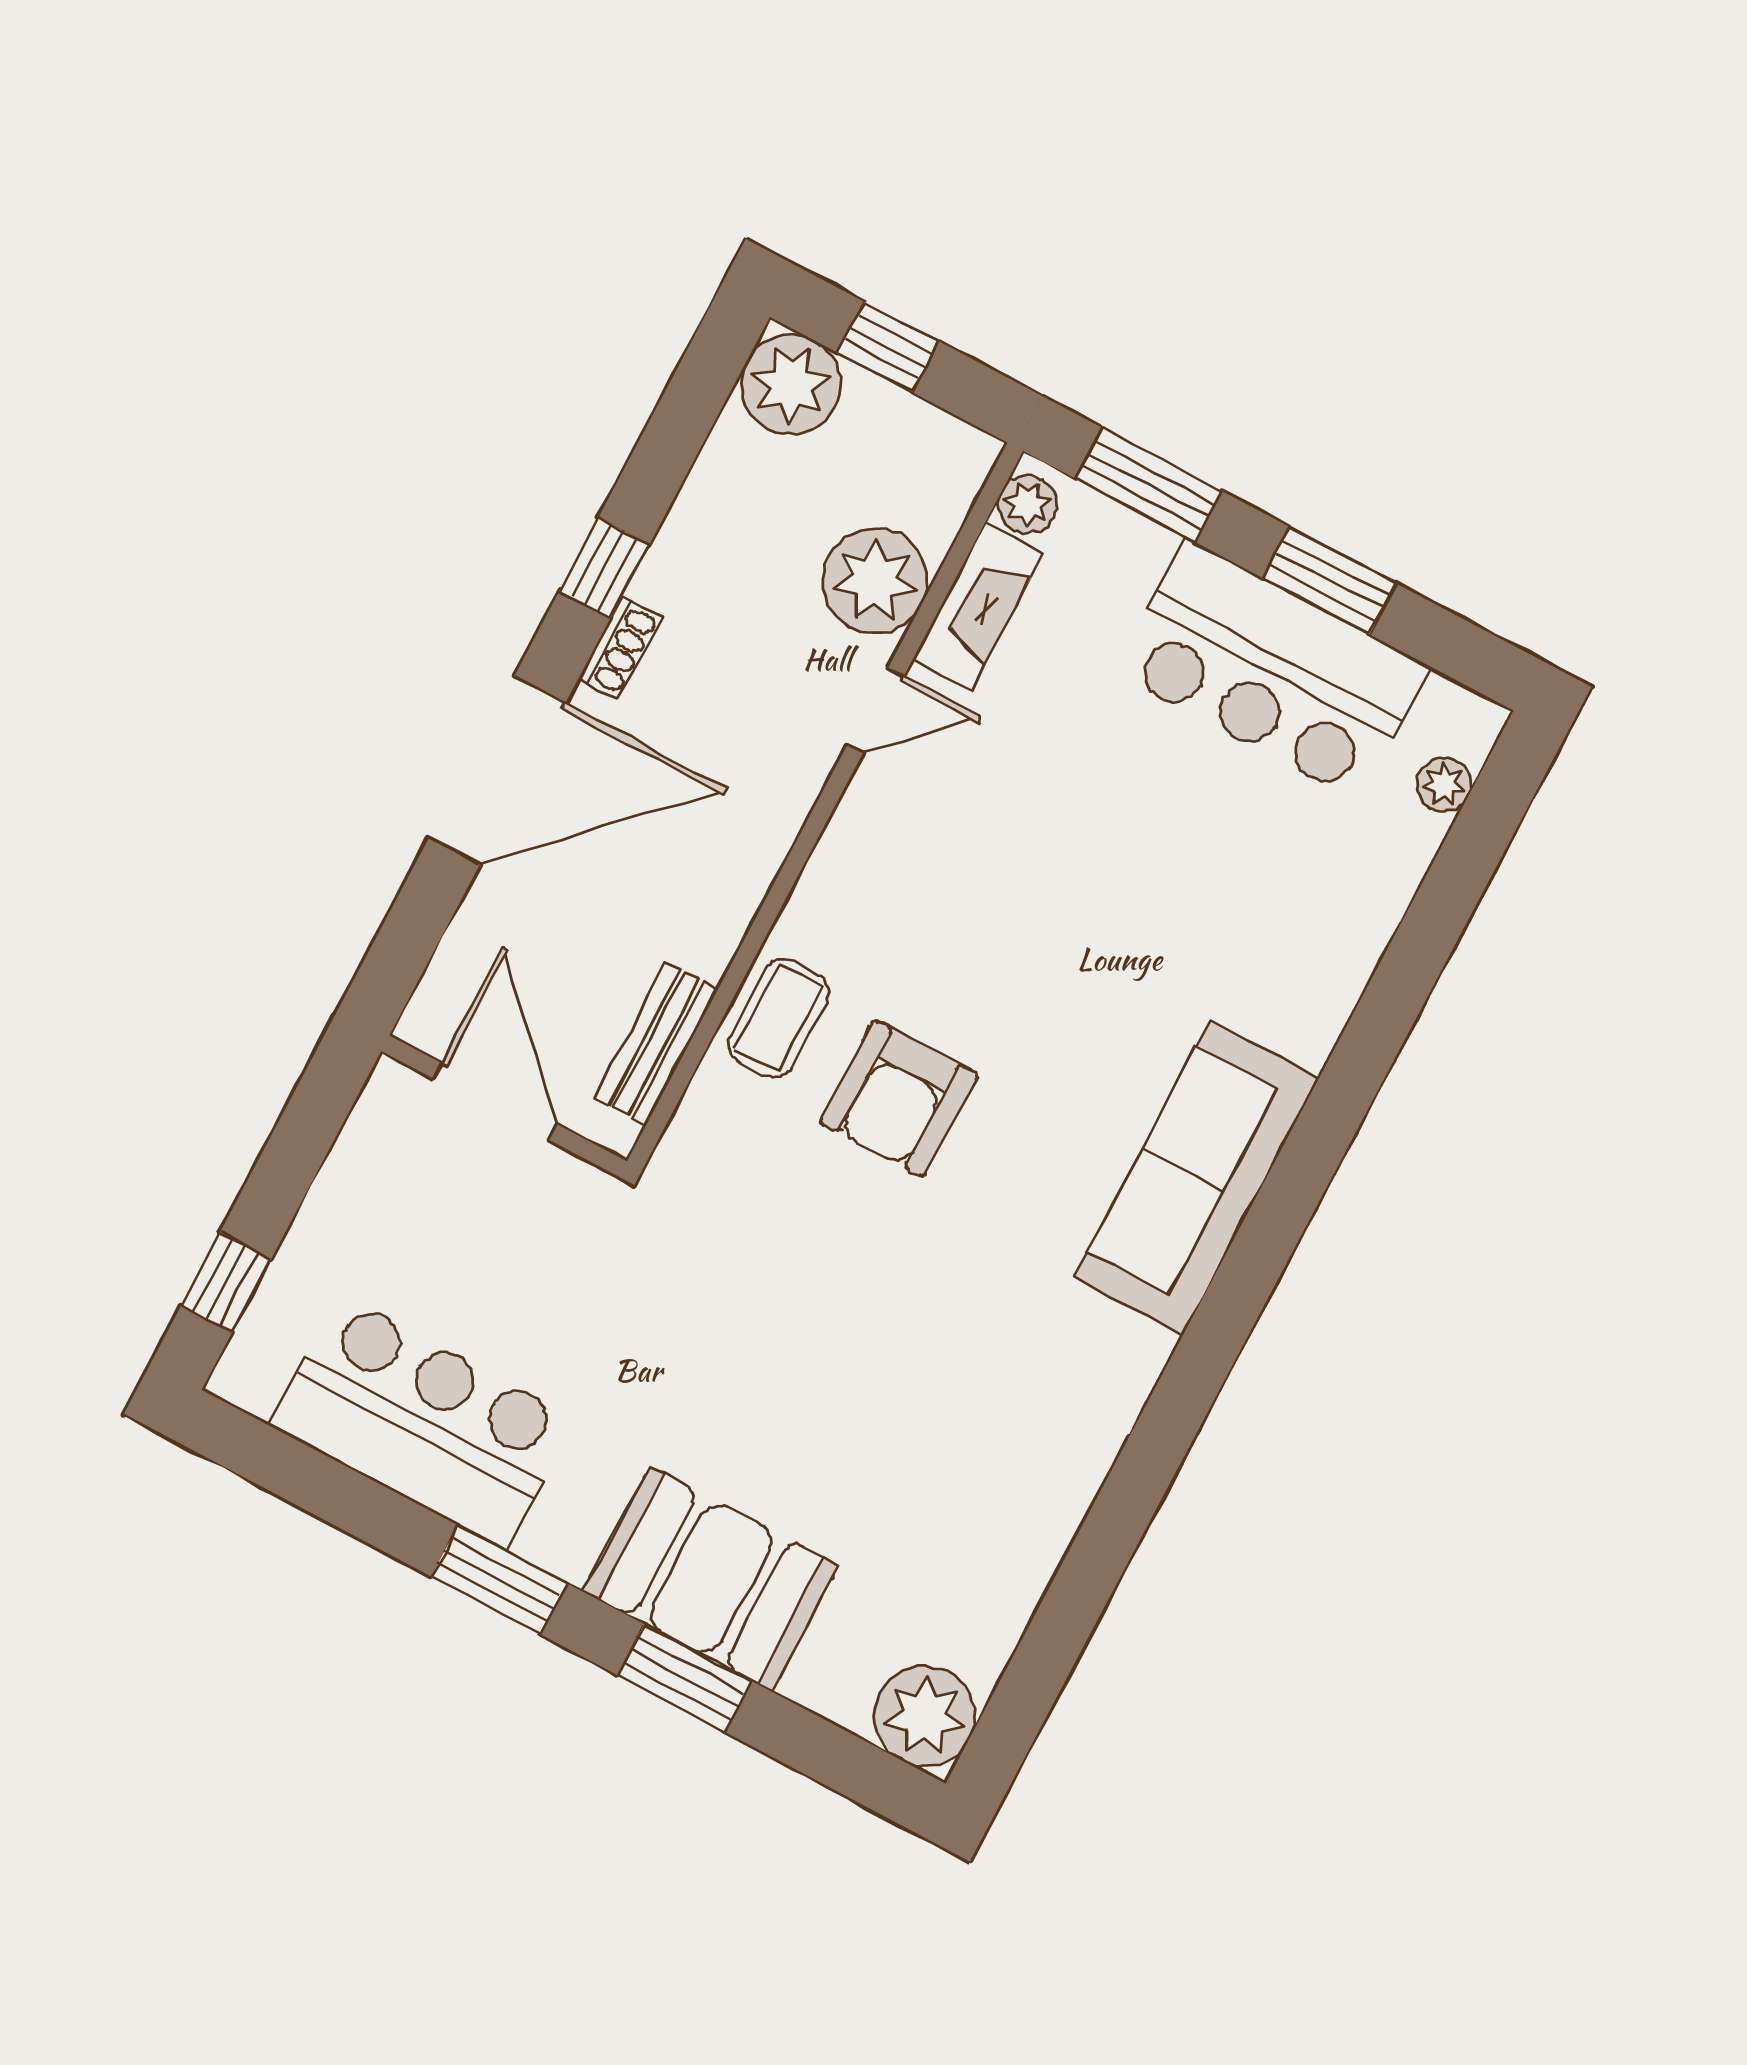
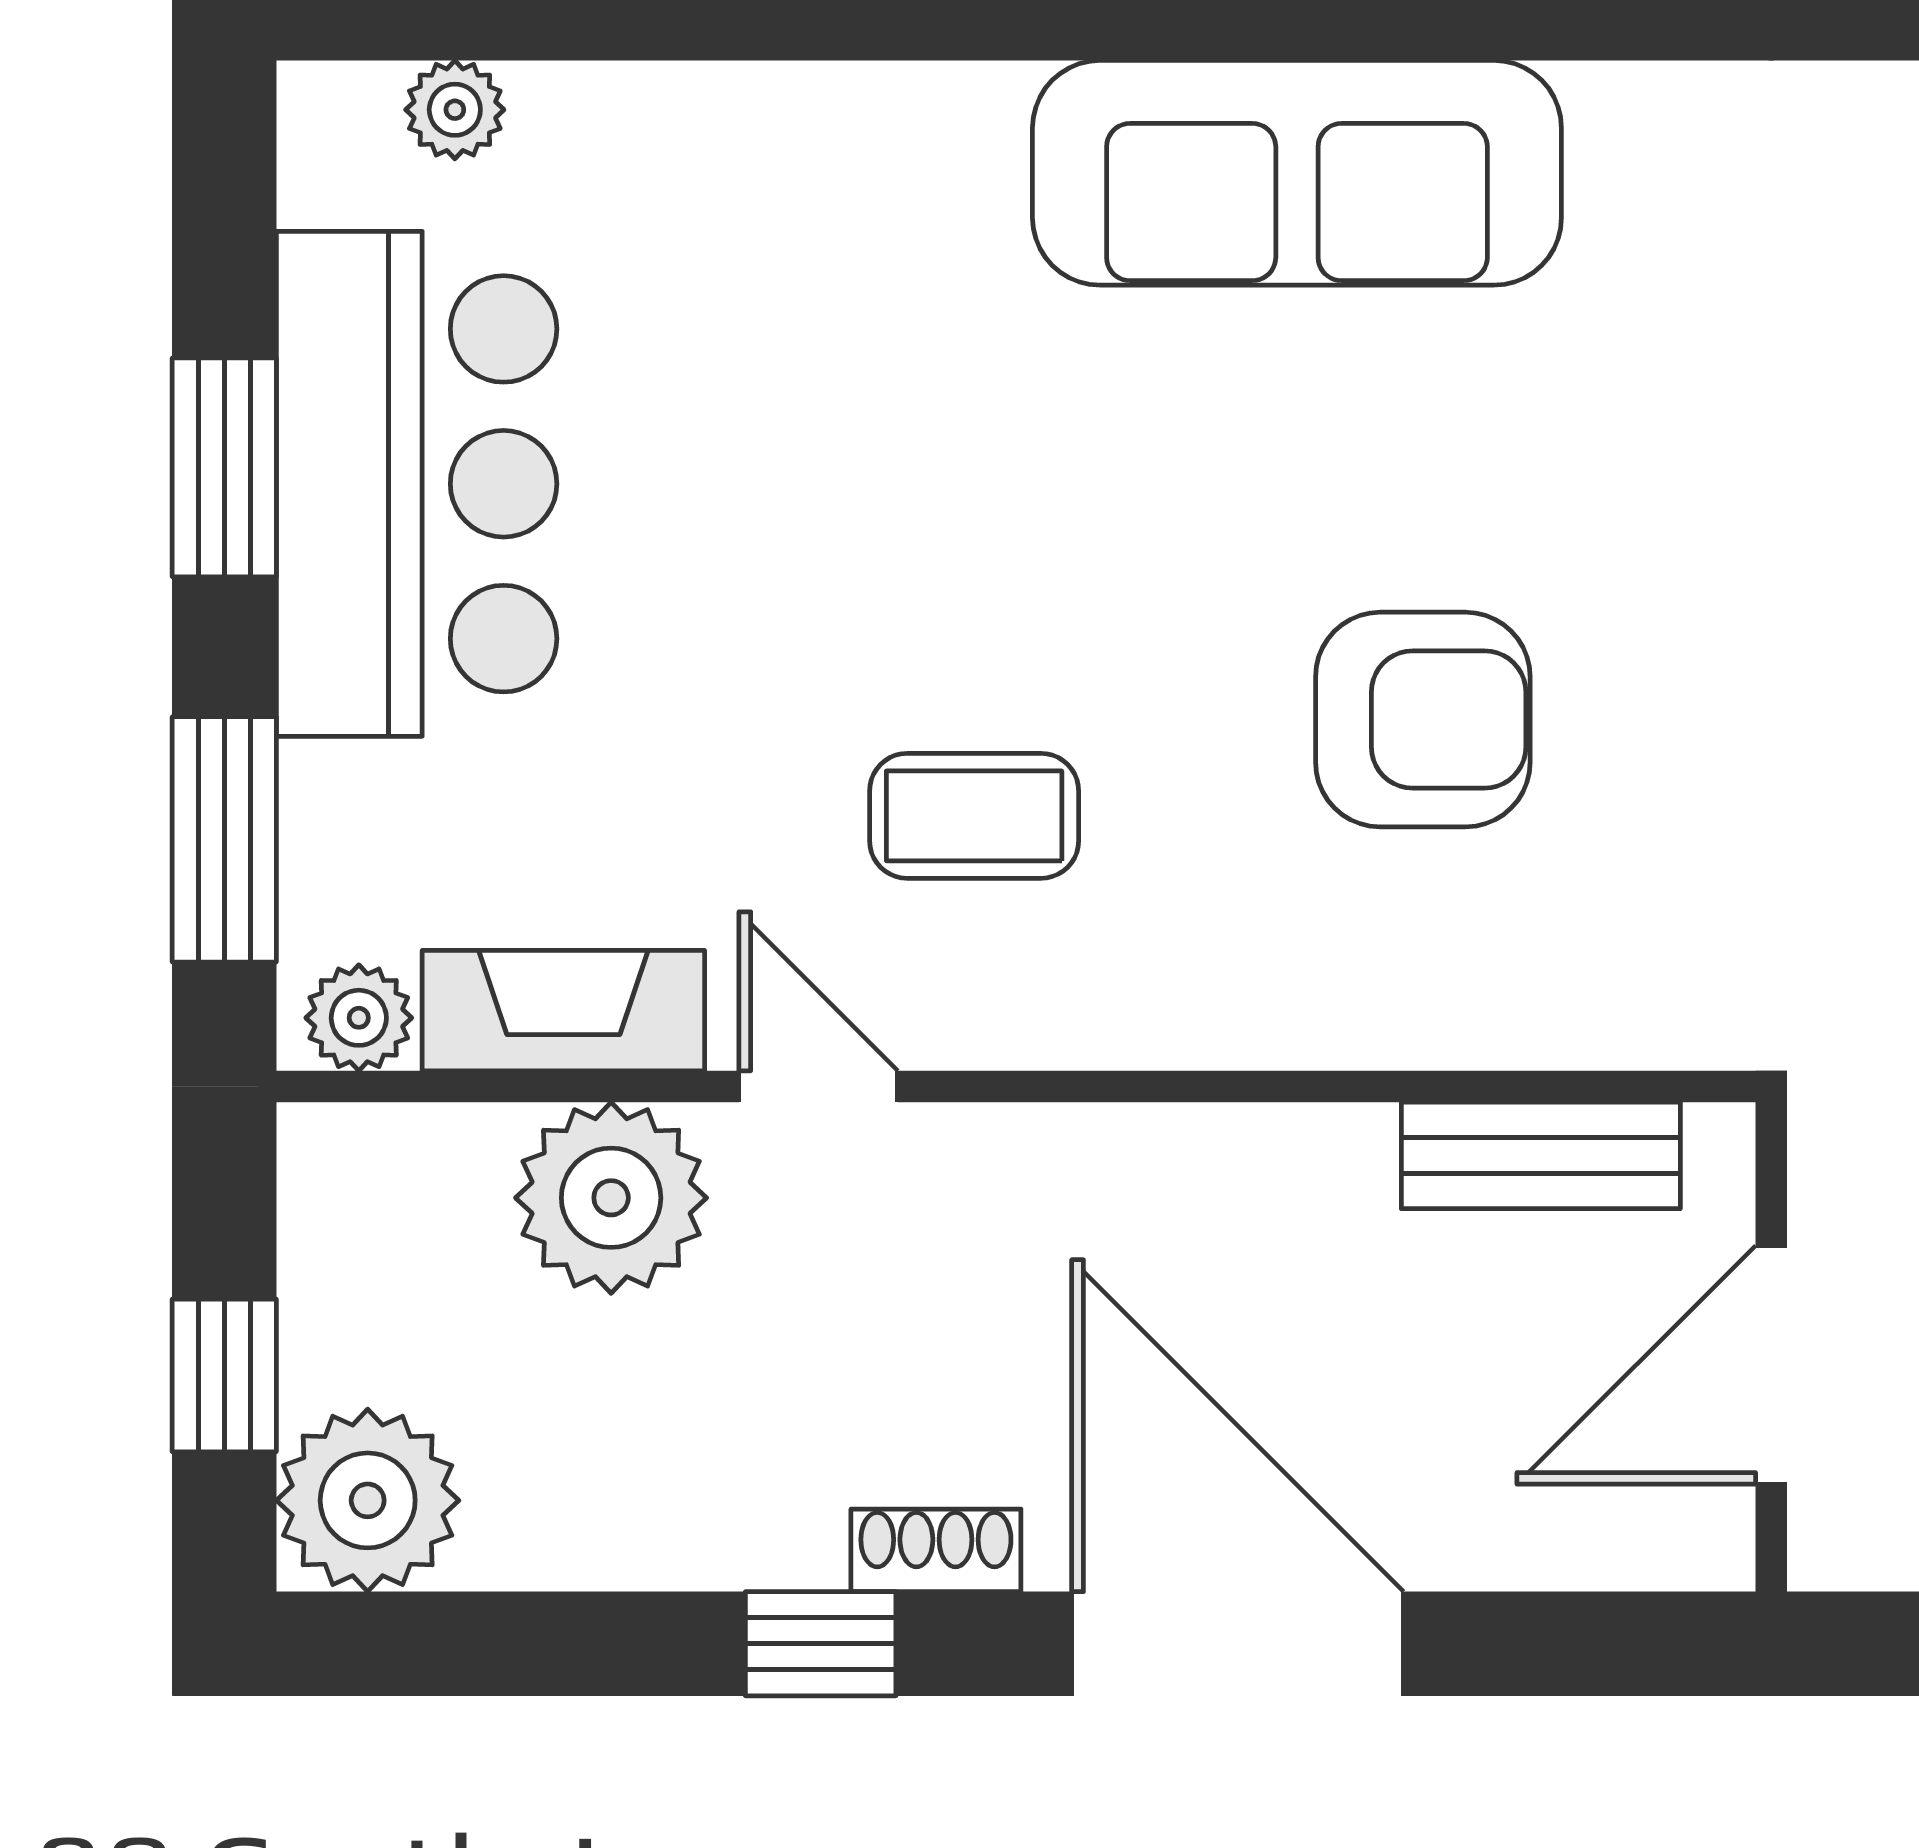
coffee table: (779, 1018) -> (974, 816), moved

